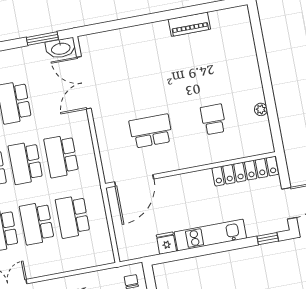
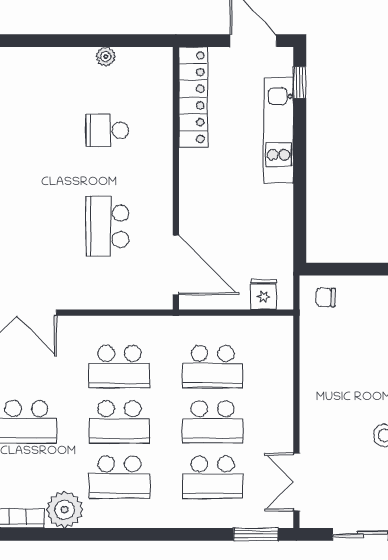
kitchen unit: (210, 235) -> (279, 130), moved
fridge: (166, 243) -> (263, 294), moved, turned 90

